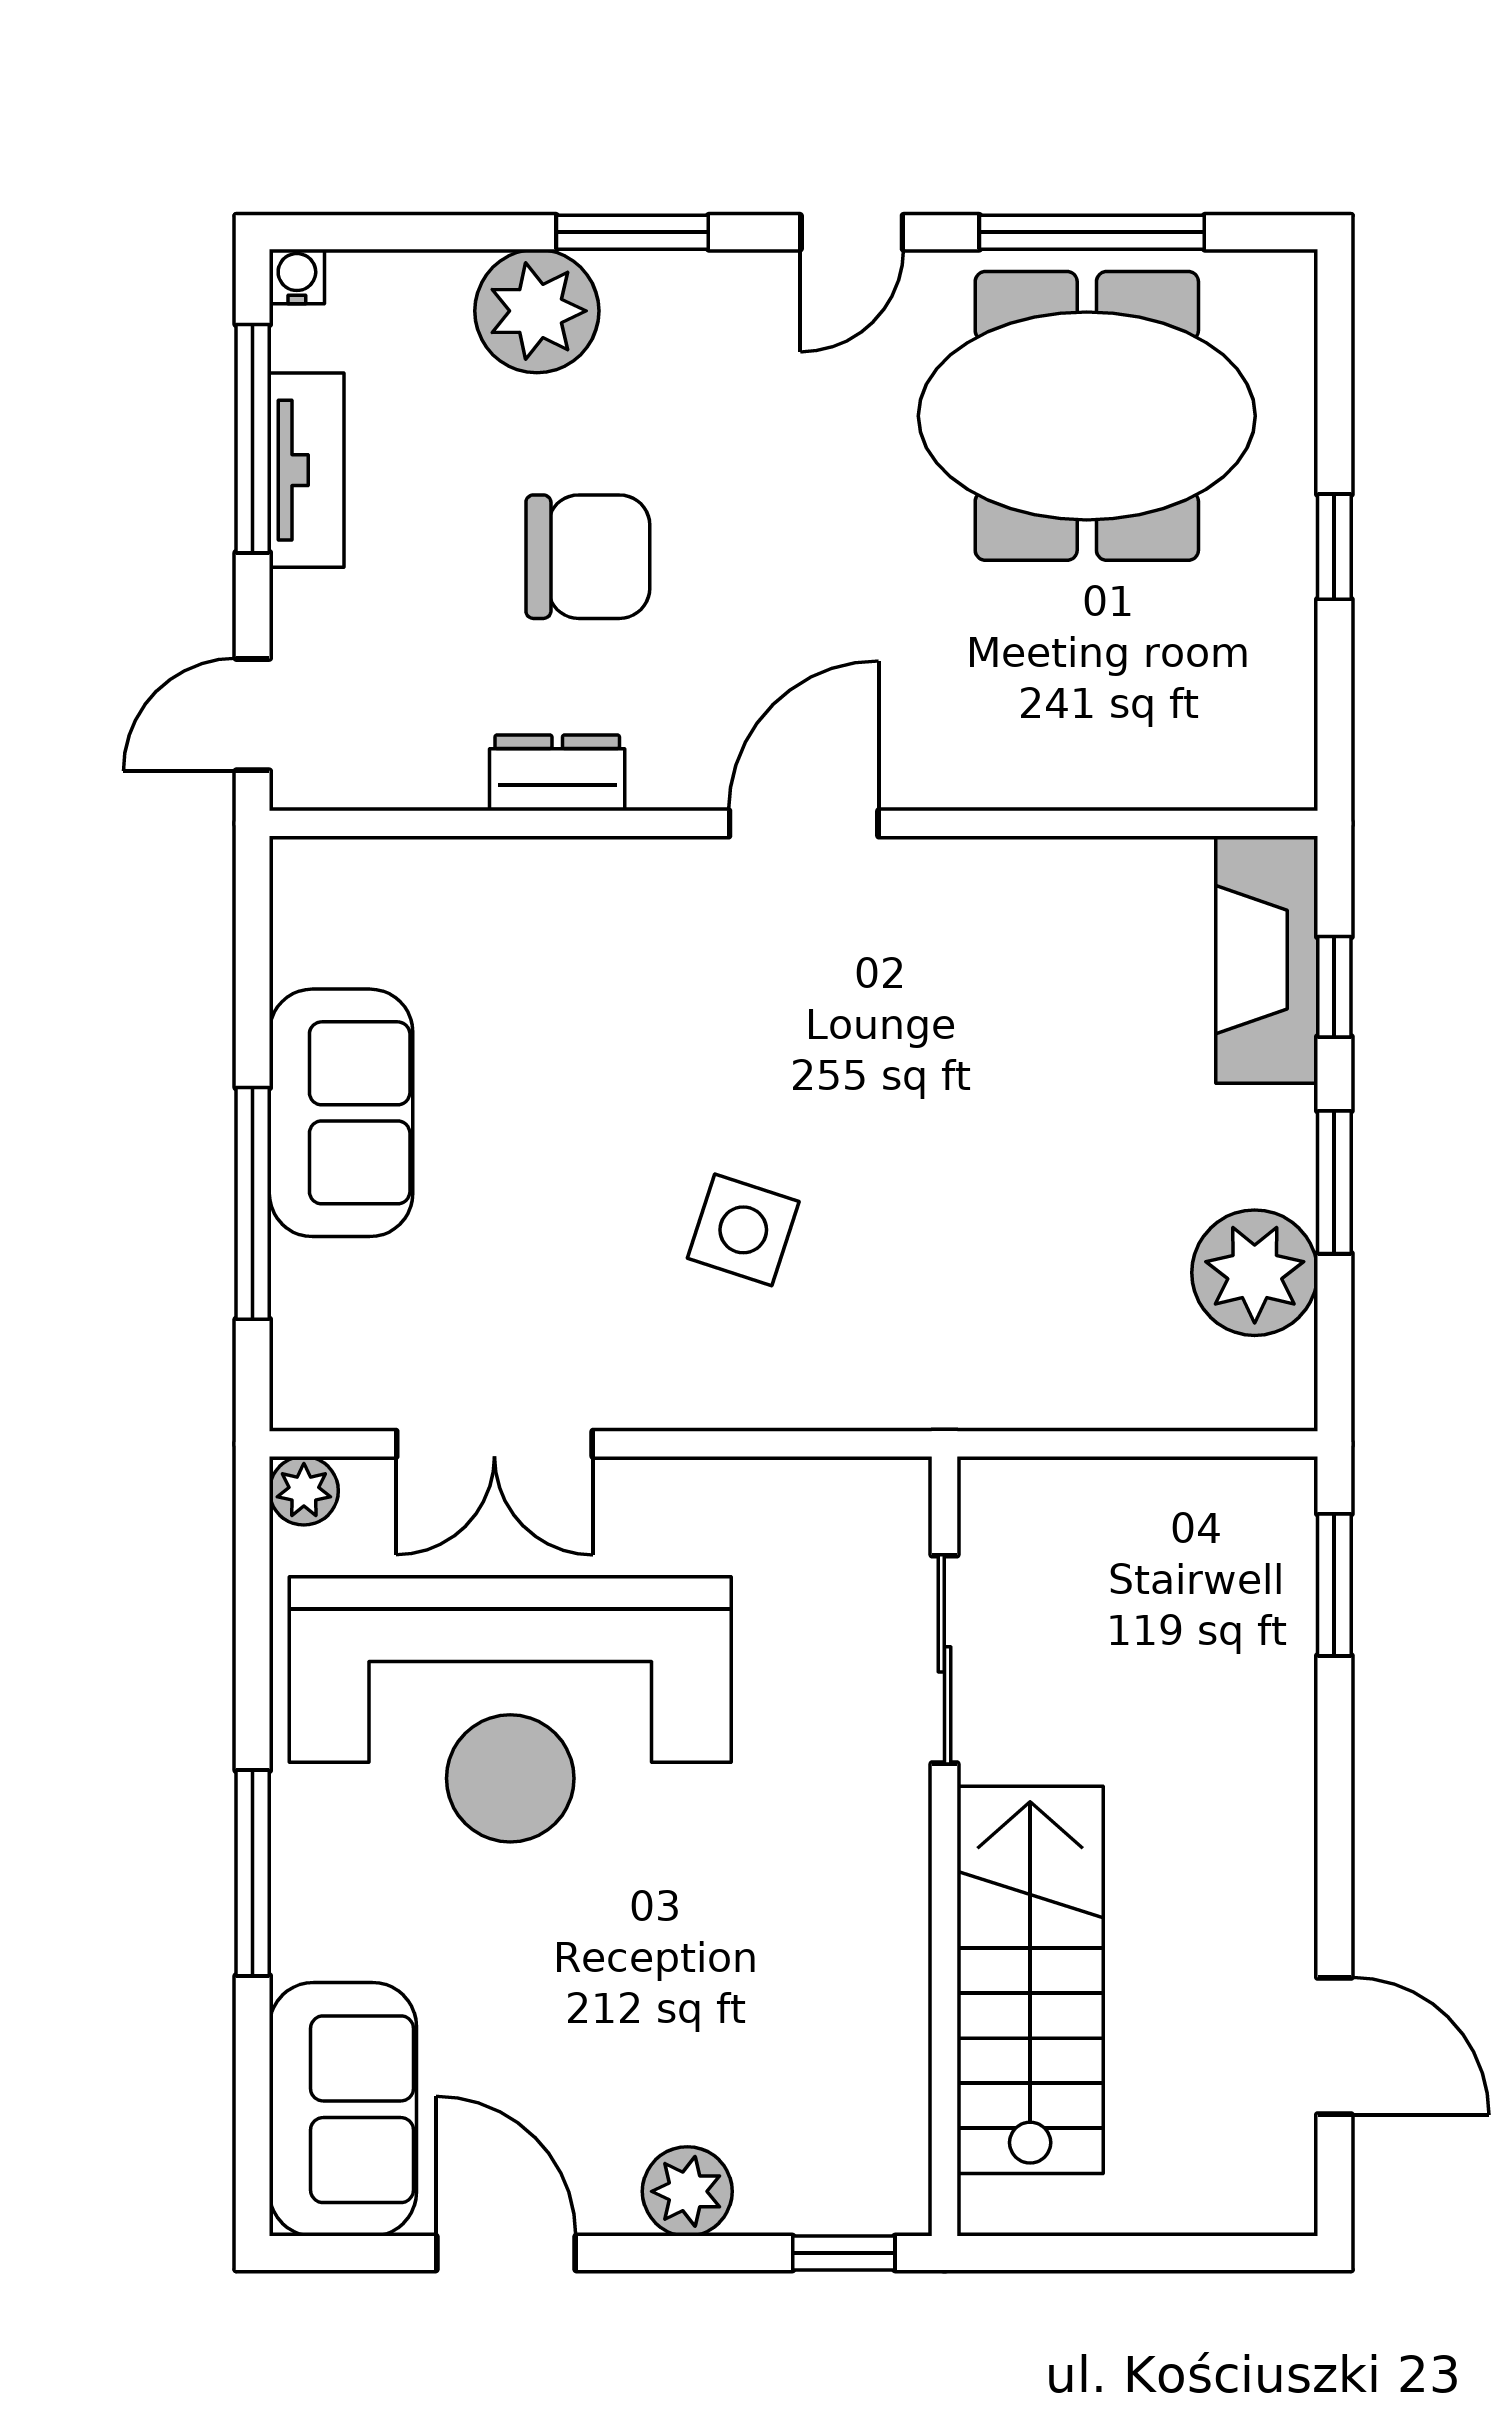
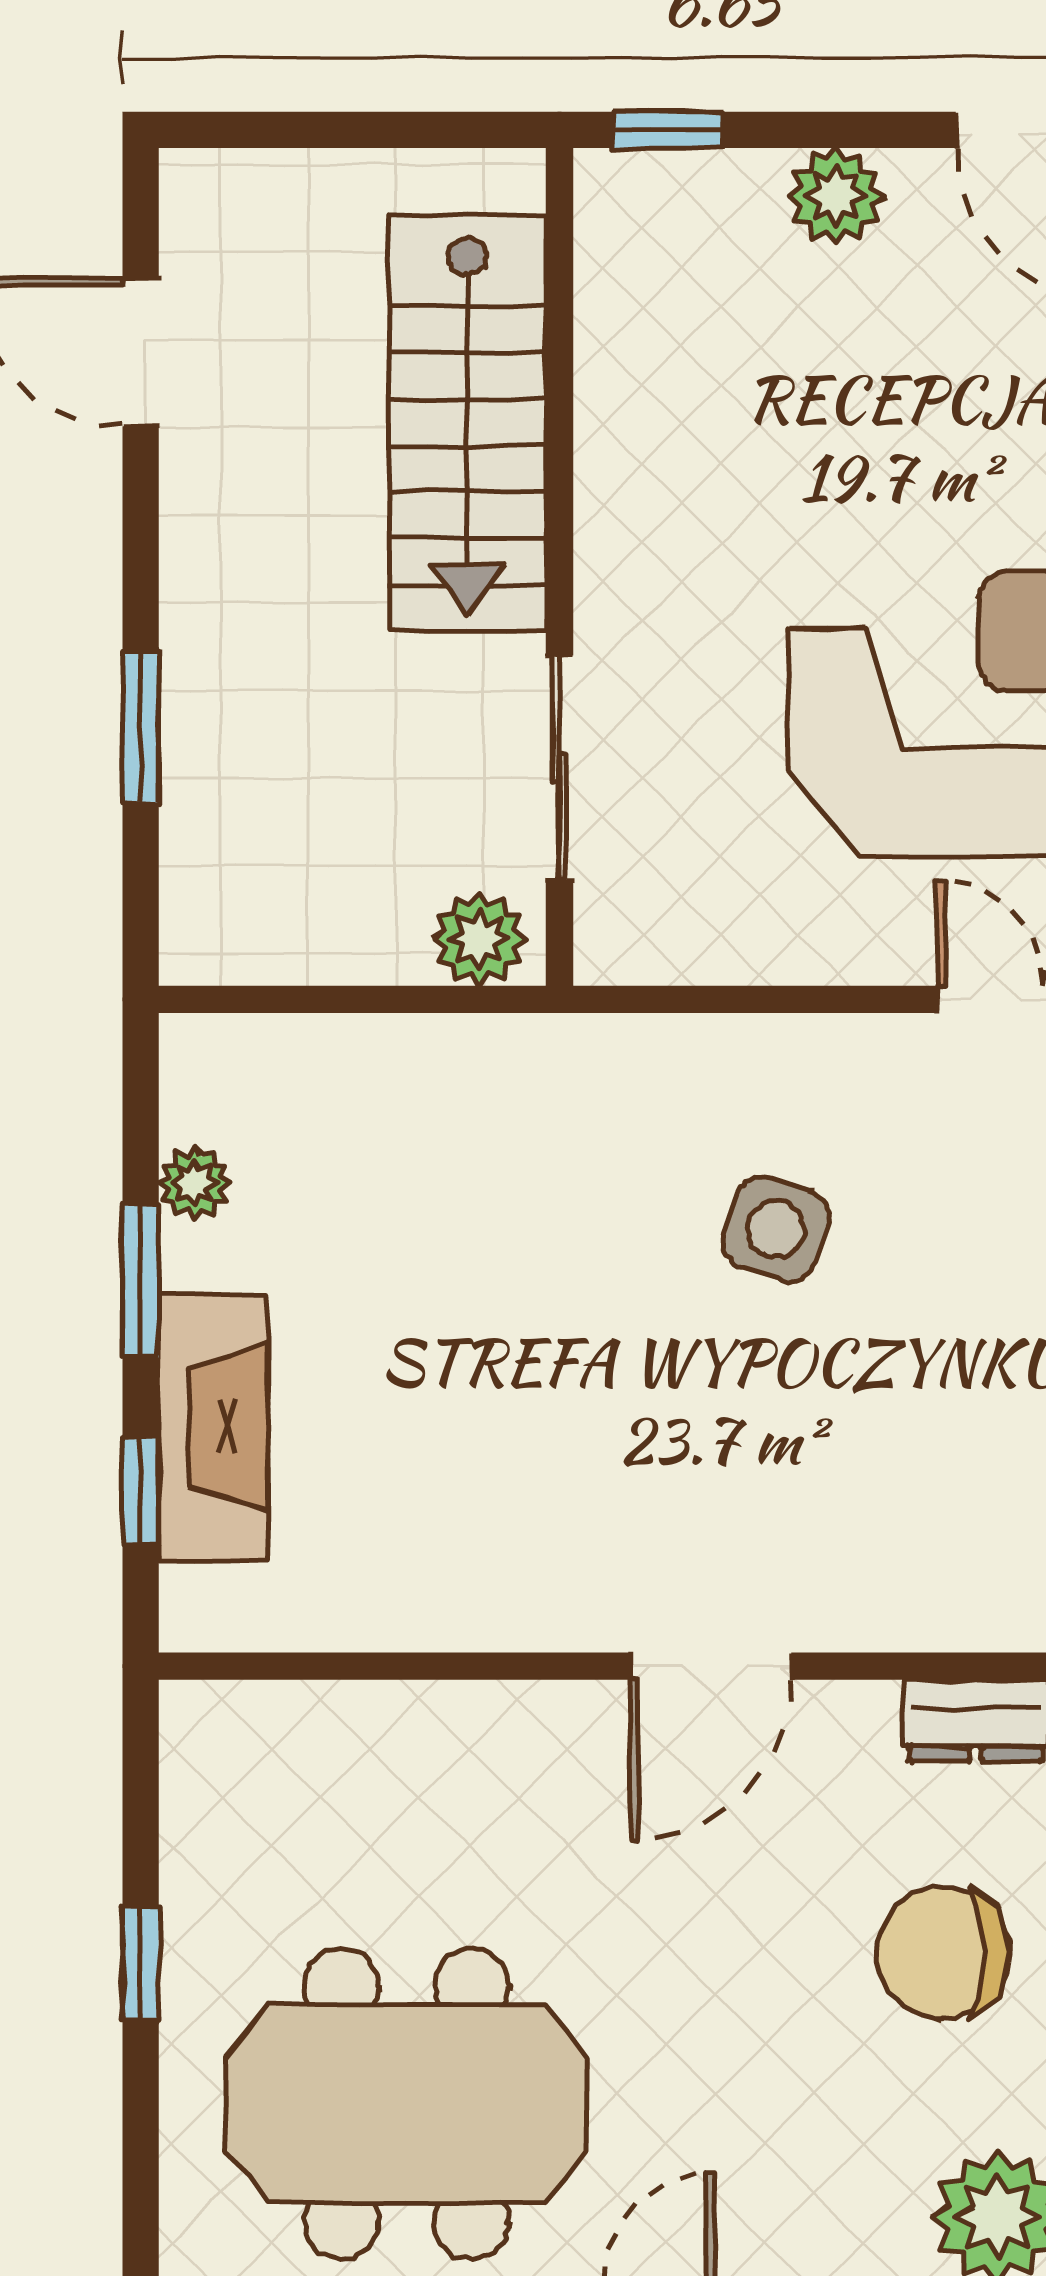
fireplace: (1267, 960) -> (213, 1427), moved
plant: (1255, 1273) -> (195, 1183), width x0.53, depth x0.53
plant: (1019, 1500) -> (479, 939), added
window: (1334, 1585) -> (141, 727), moved

